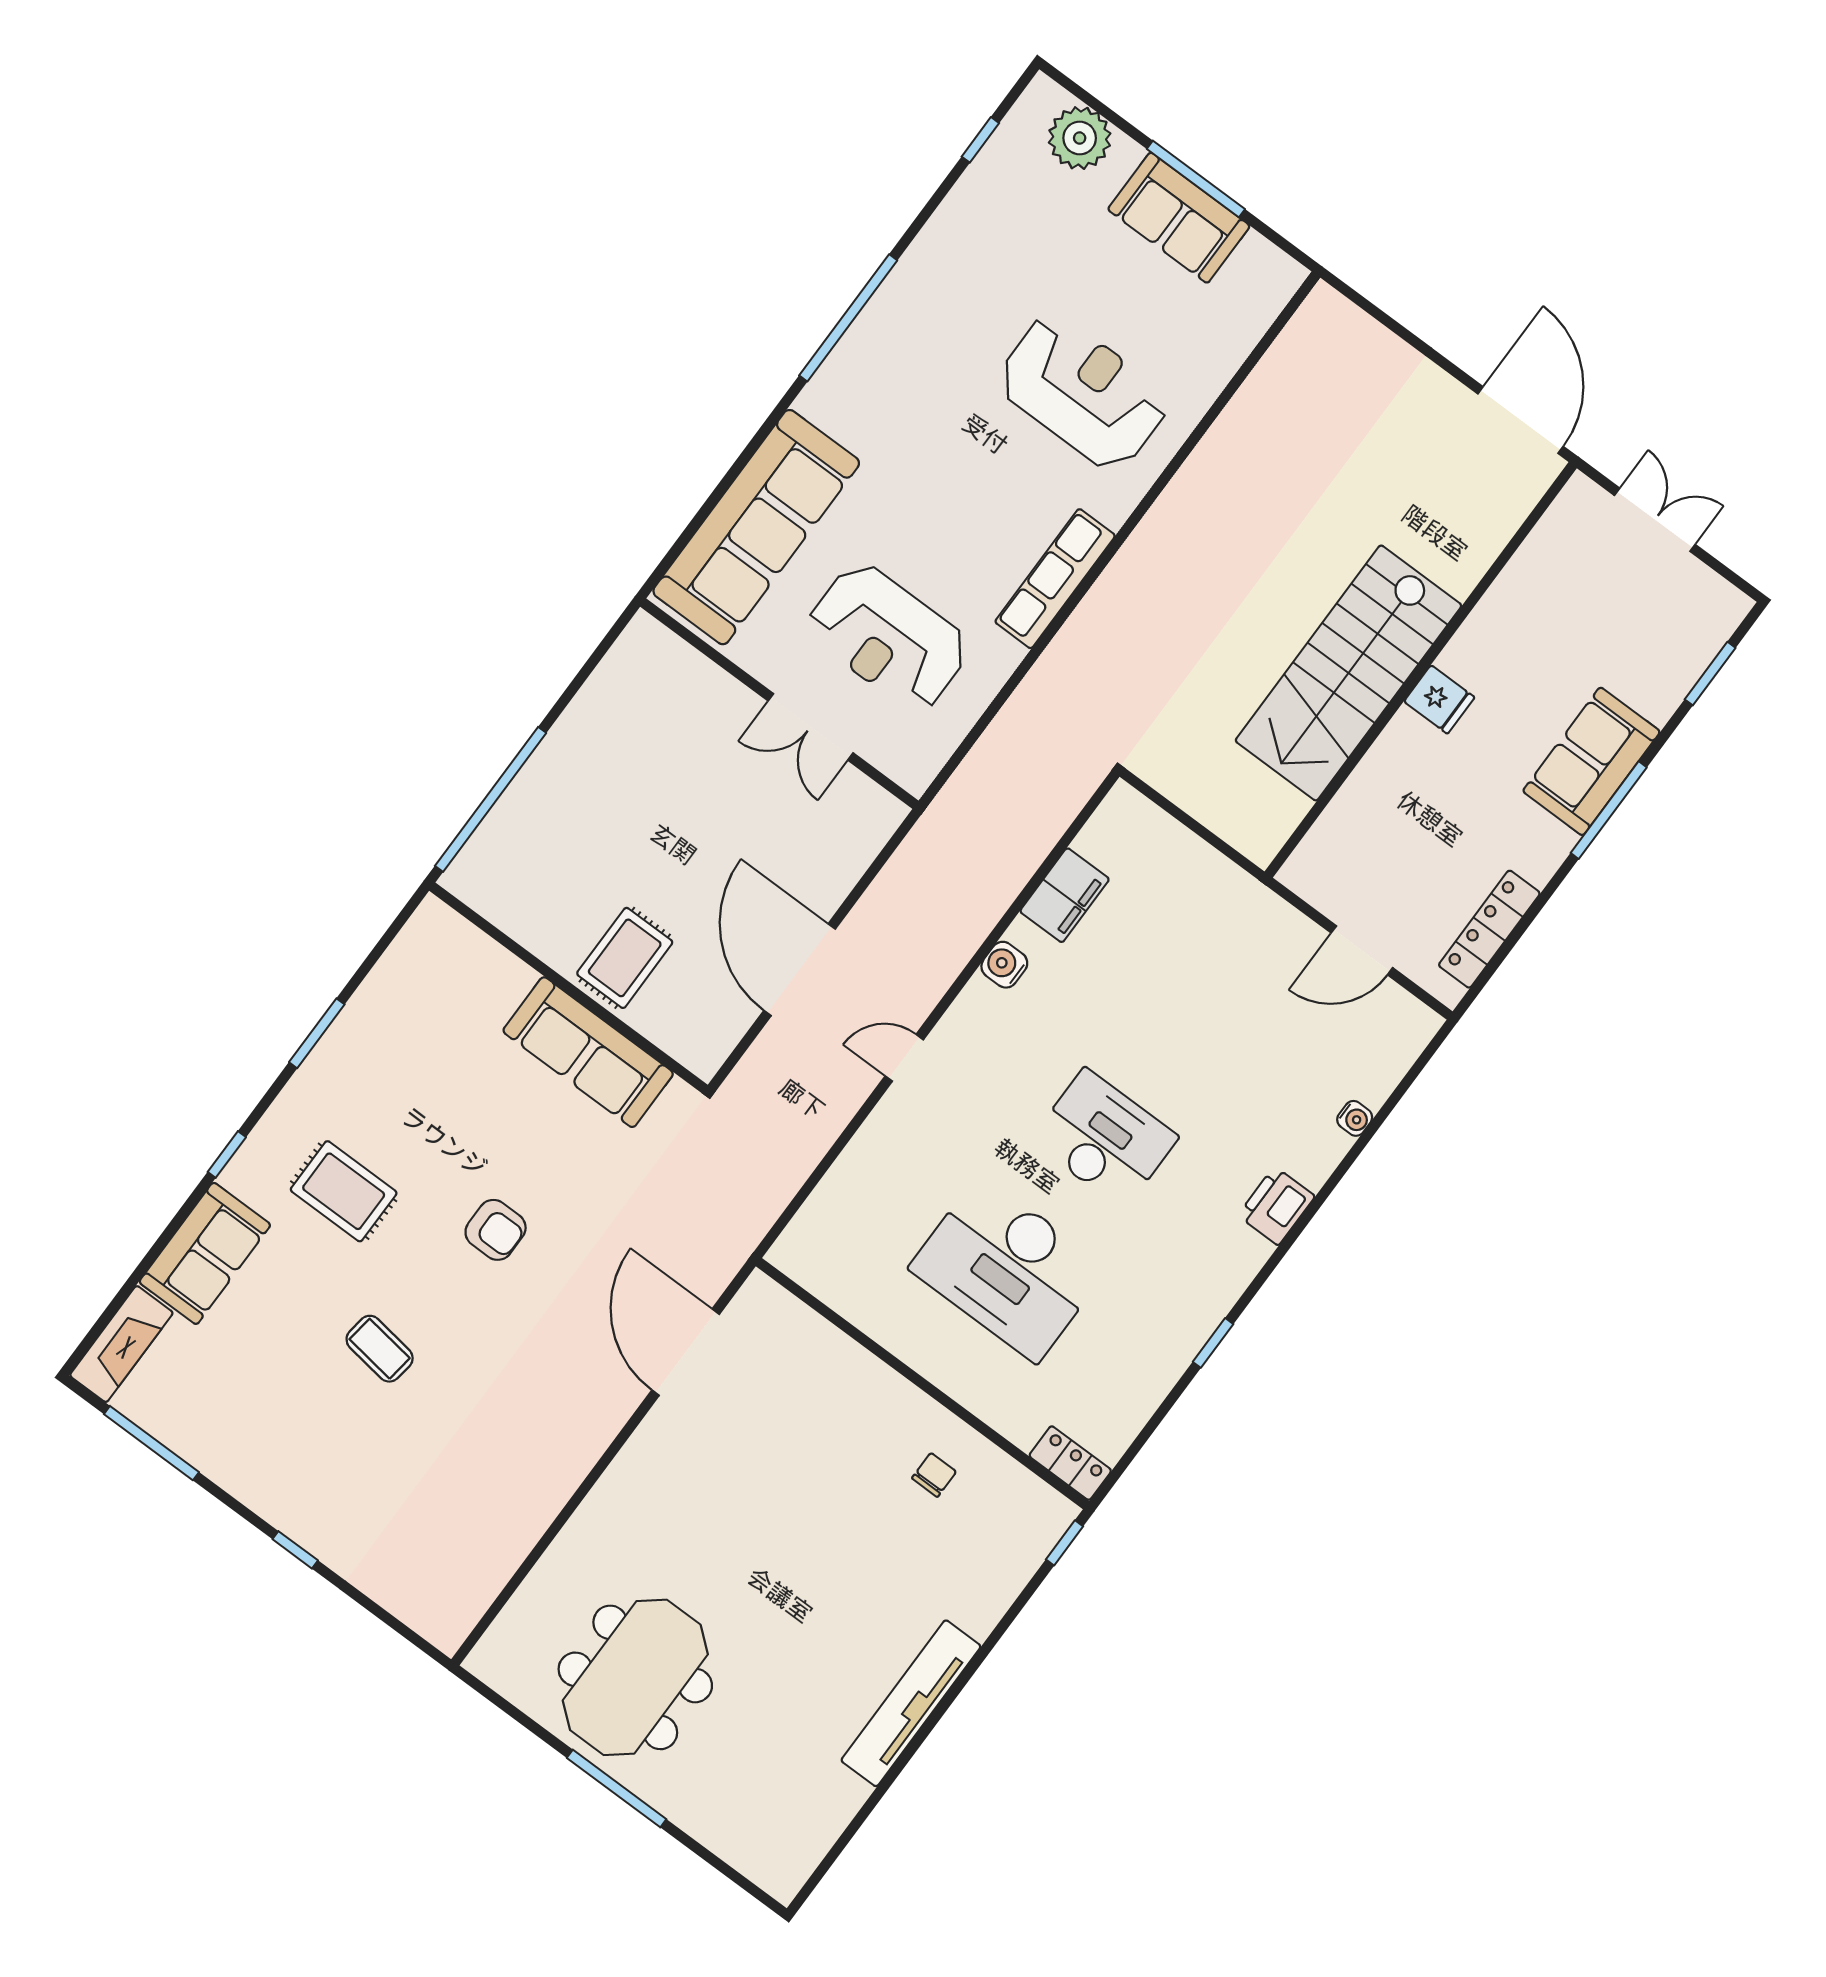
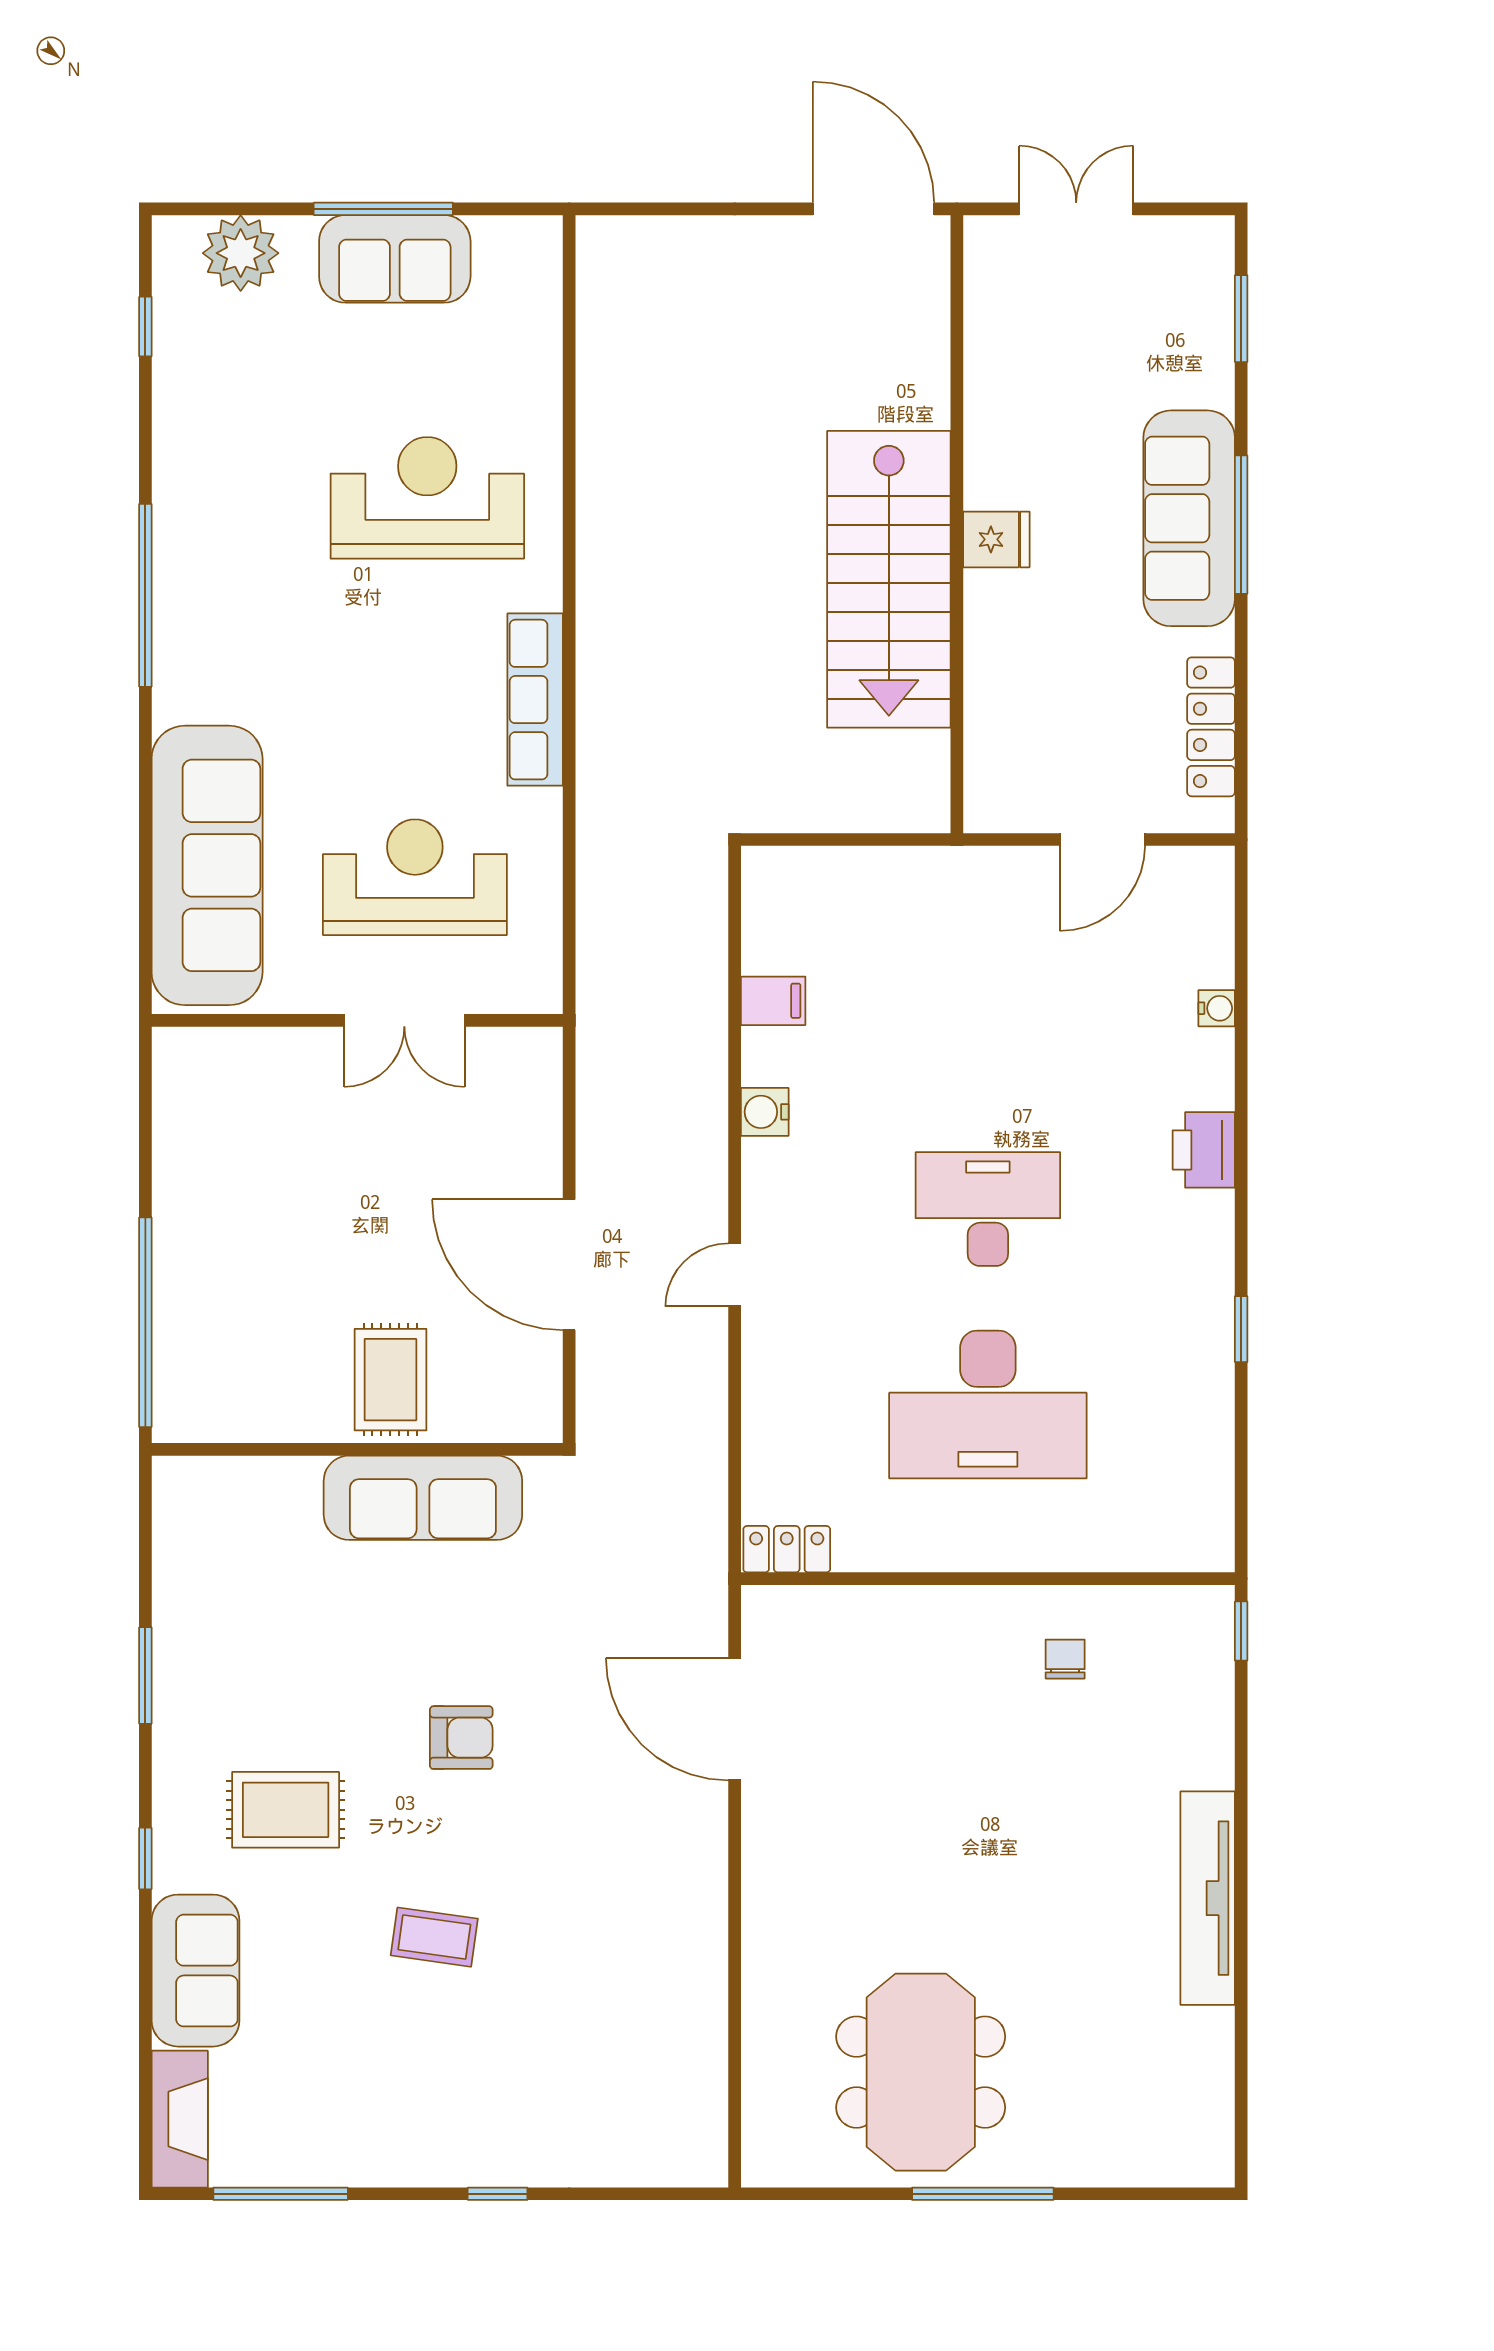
reception desk: (888, 637) -> (415, 877), turned 180
sofa: (1591, 761) -> (1189, 518), width x1.36
filing cabinet: (1065, 895) -> (773, 1001), width x0.50
locker: (1070, 1463) -> (787, 1549), moved

